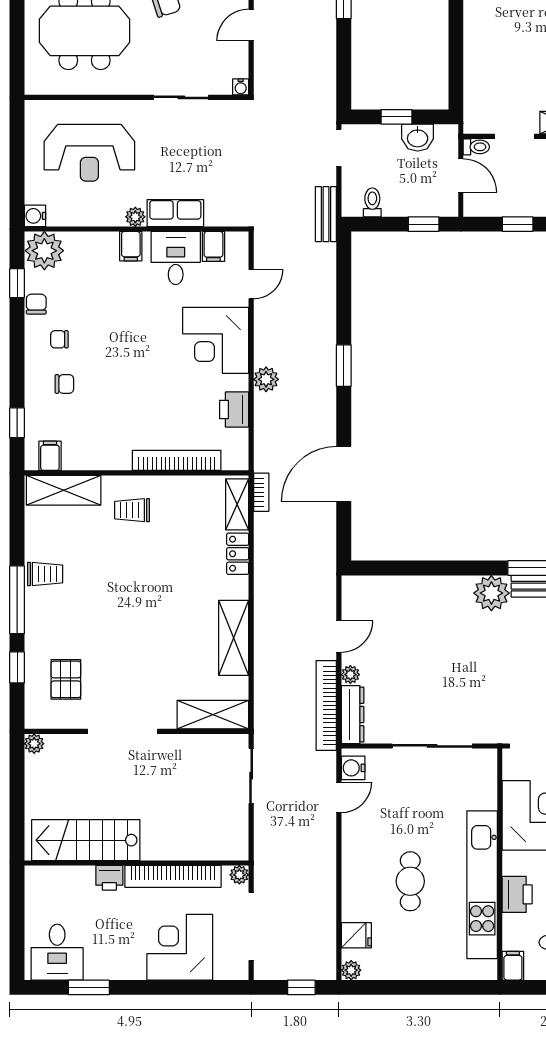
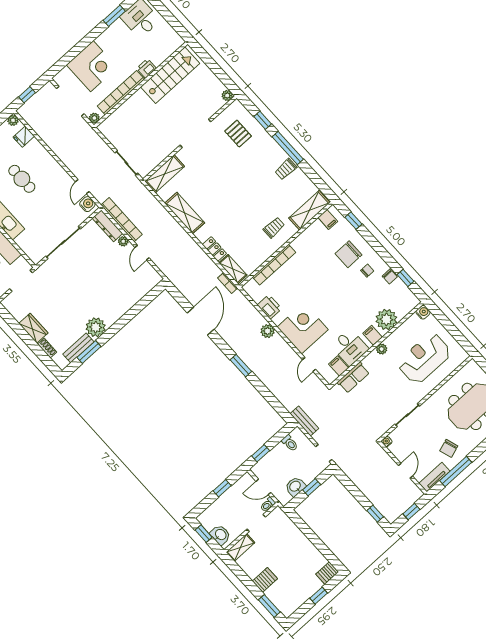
row of seats: (175, 213) -> (353, 378), moved
plant: (44, 251) -> (386, 319), moved
chair: (64, 384) -> (349, 254), width x1.87, depth x1.87

